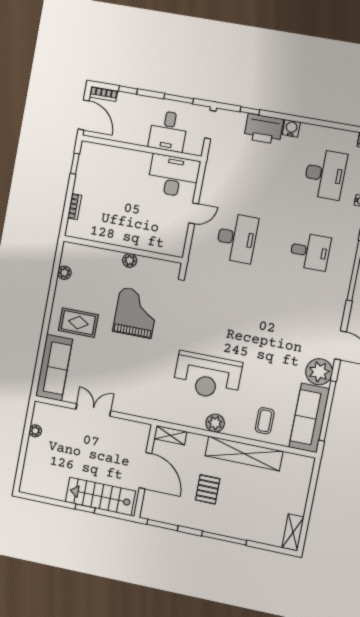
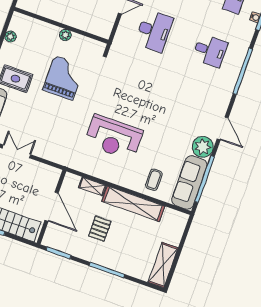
plant: (215, 423) -> (114, 176), removed
shelving: (170, 435) -> (92, 186), moved
shelving: (293, 532) -> (163, 265), width x1.50, depth x1.33

